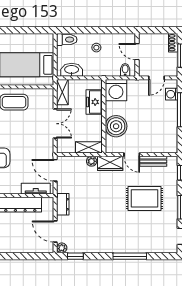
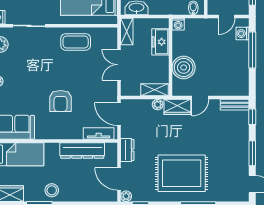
washing machine: (116, 90) -> (178, 24), width x0.53, depth x0.53
double door: (55, 124) -> (119, 65), swing flipped
door: (132, 155) -> (200, 98), hinge flipped
bench: (153, 161) -> (235, 105), moved
rug: (145, 198) -> (182, 173), moved, width x1.37, depth x1.44

